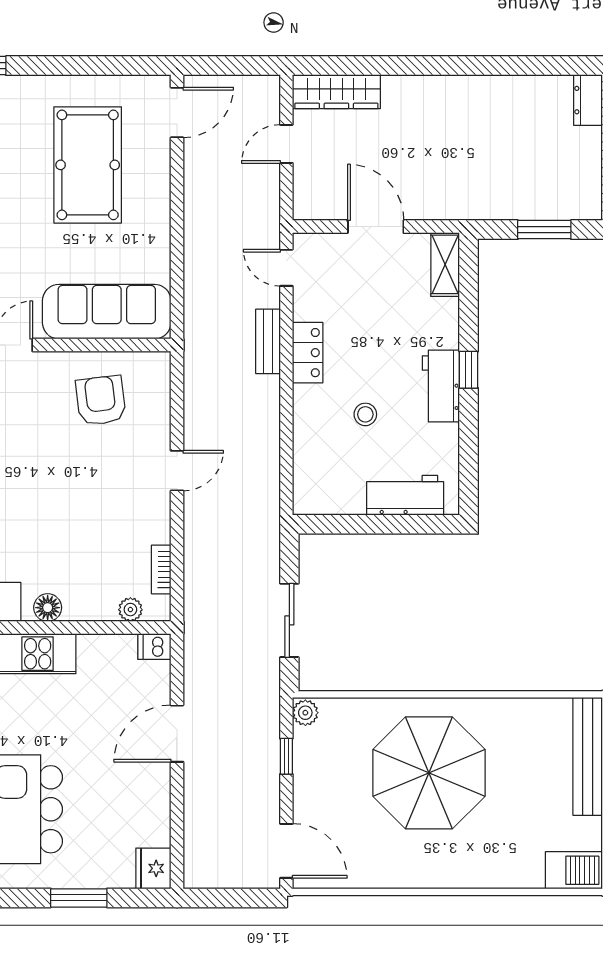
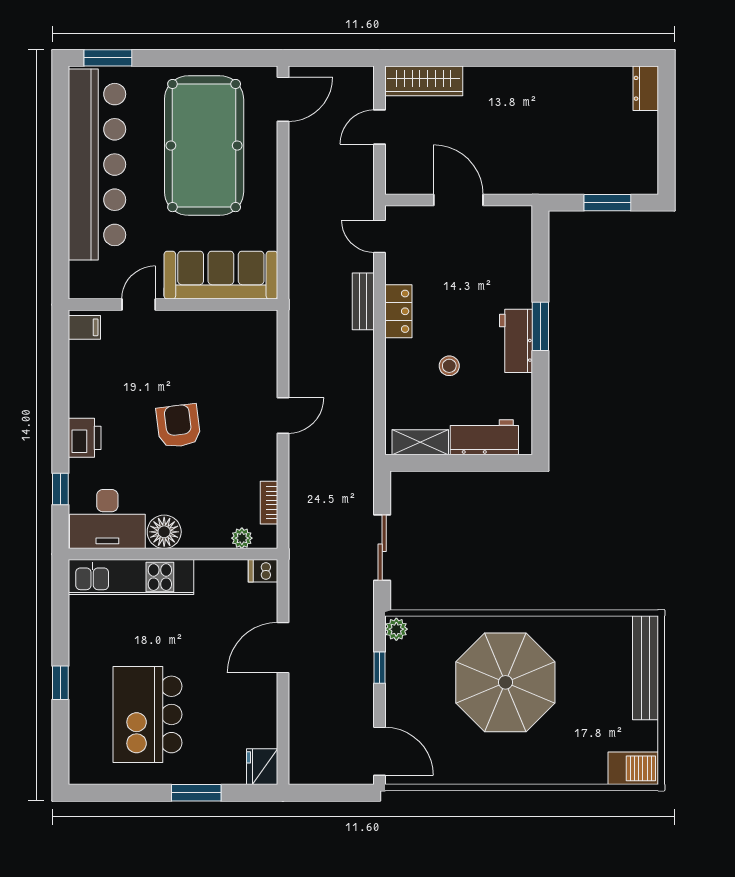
pool table: (88, 165) -> (204, 146), width x1.36, depth x1.32
shelving: (445, 264) -> (420, 442), moved, turned 90
window: (469, 370) -> (540, 326), width x1.50
armchair: (101, 400) -> (178, 426), moved
floor lamp: (48, 608) -> (164, 532), width x1.38, depth x1.38

